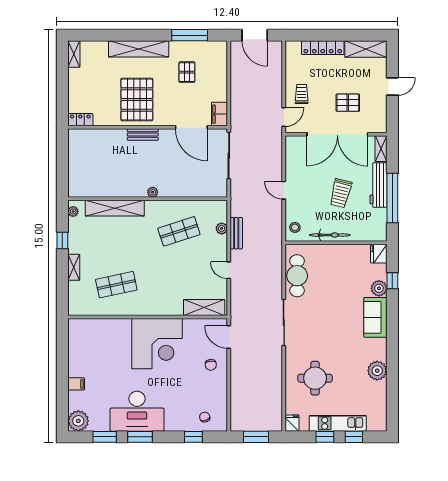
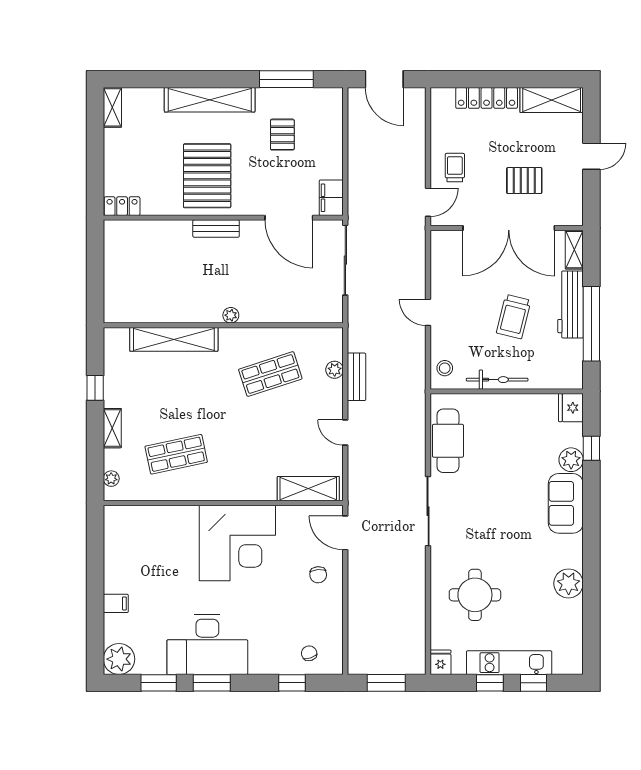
plant: (73, 211) -> (111, 479), moved

